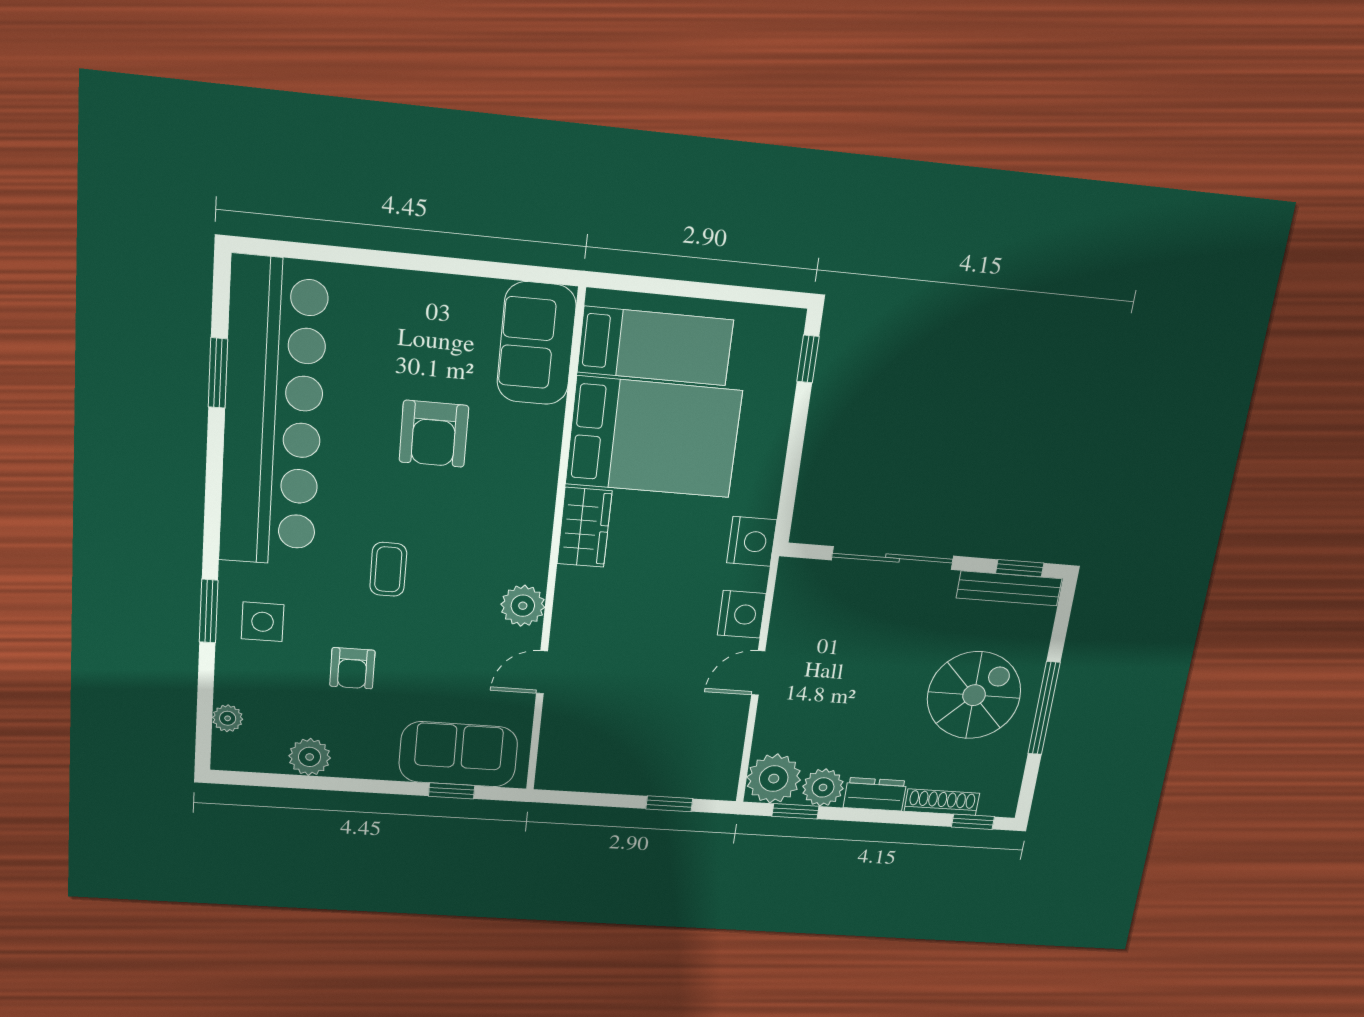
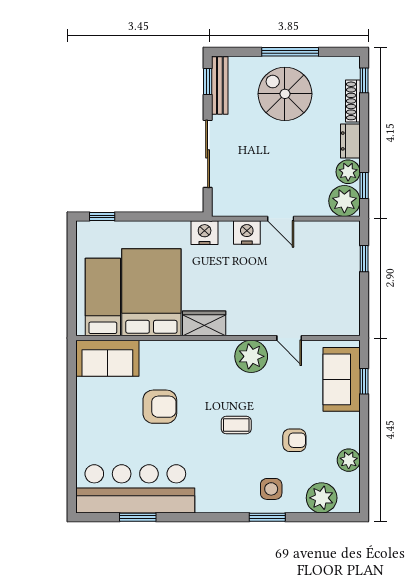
bar counter: (273, 414) -> (135, 489), width x0.73
plant: (523, 606) -> (251, 356), width x1.36, depth x1.36
plant: (228, 718) -> (322, 498), width x1.87, depth x1.87

